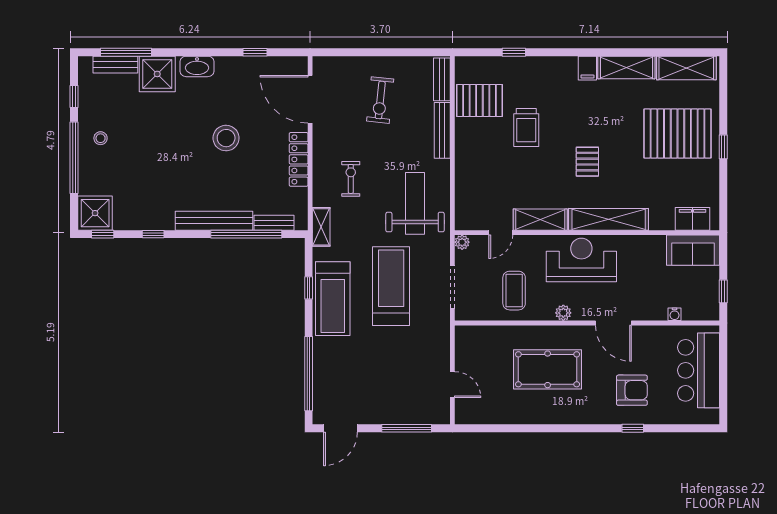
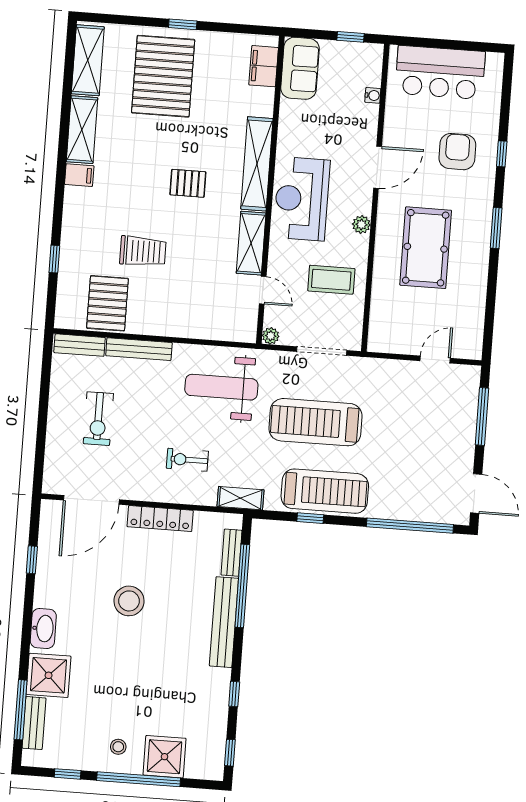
exercise bike: (380, 100) -> (98, 419), turned 84
shower: (95, 213) -> (165, 757), moved
window: (569, 428) -> (496, 228), added

